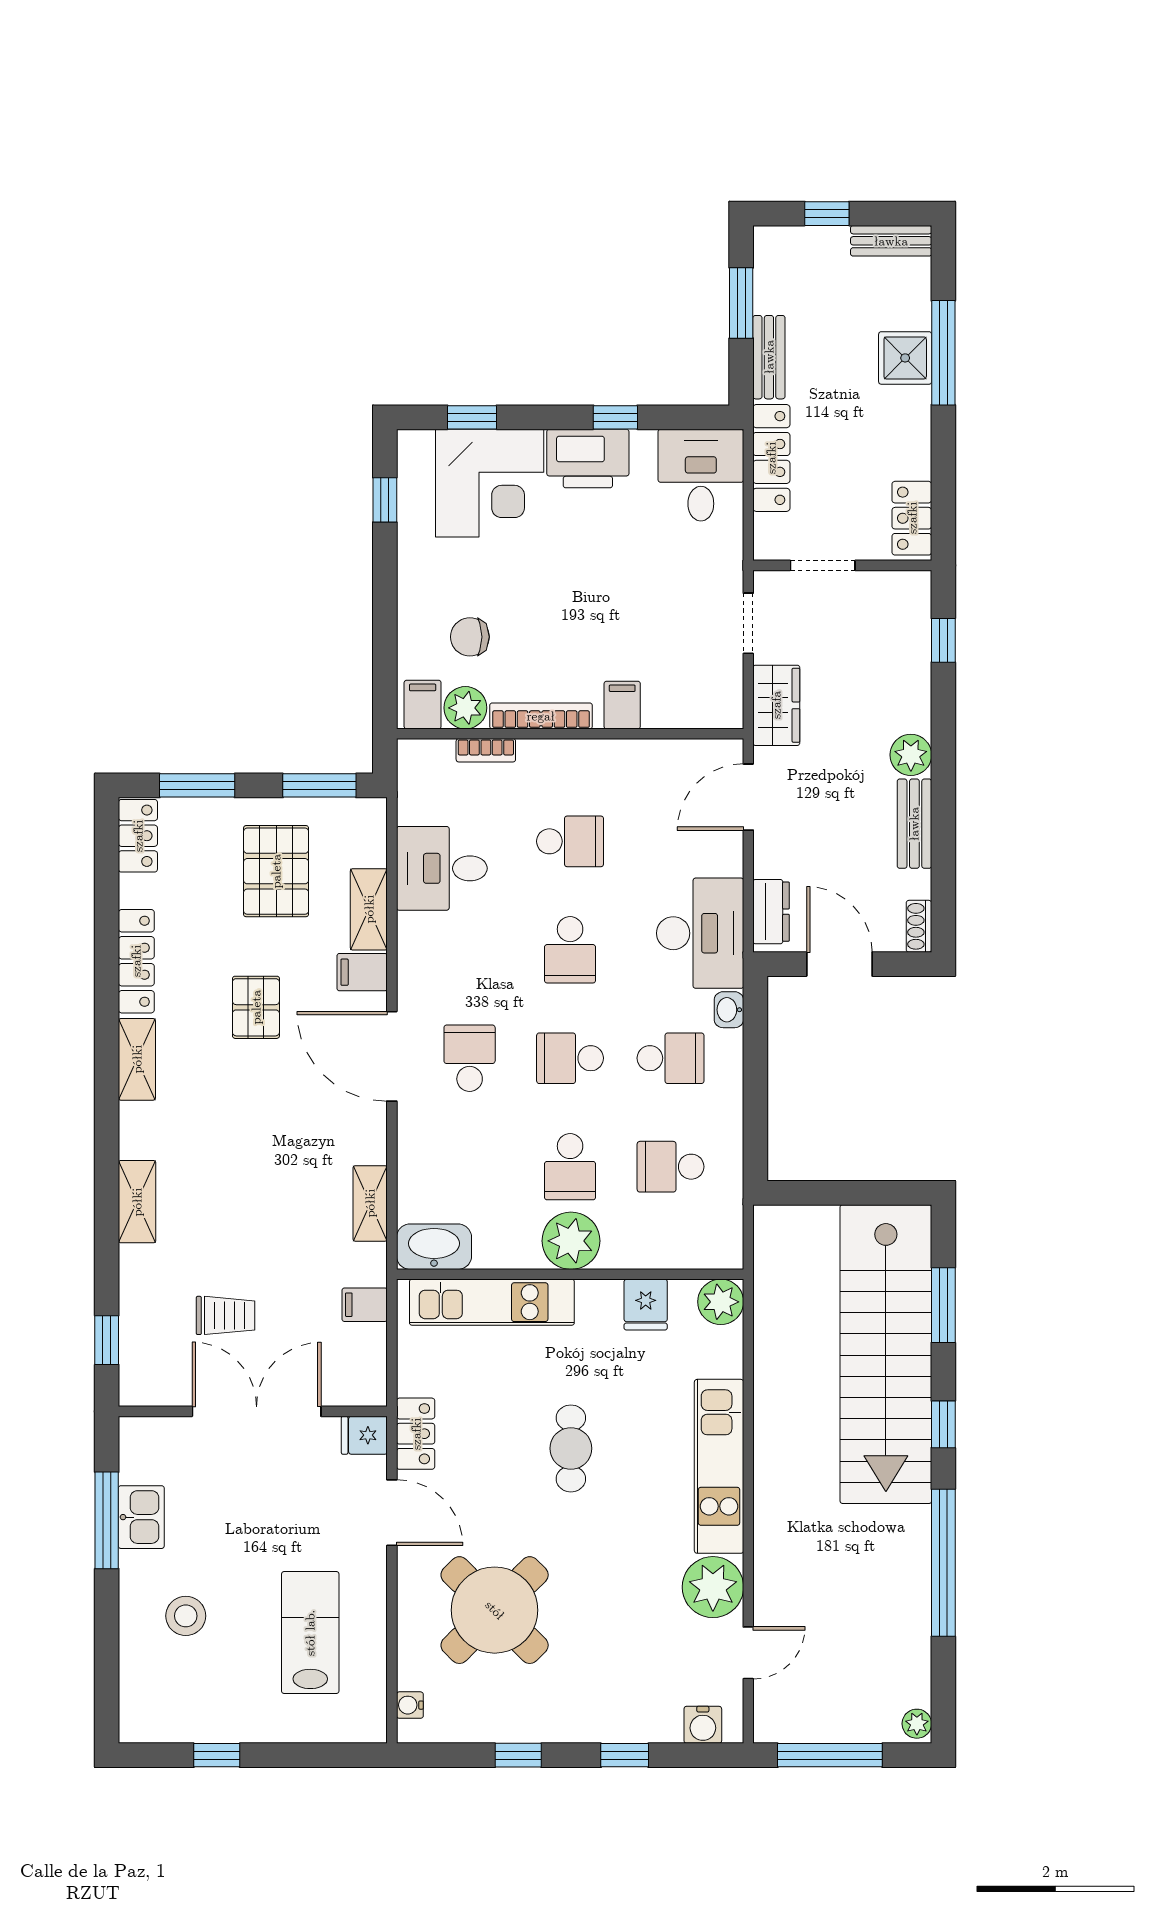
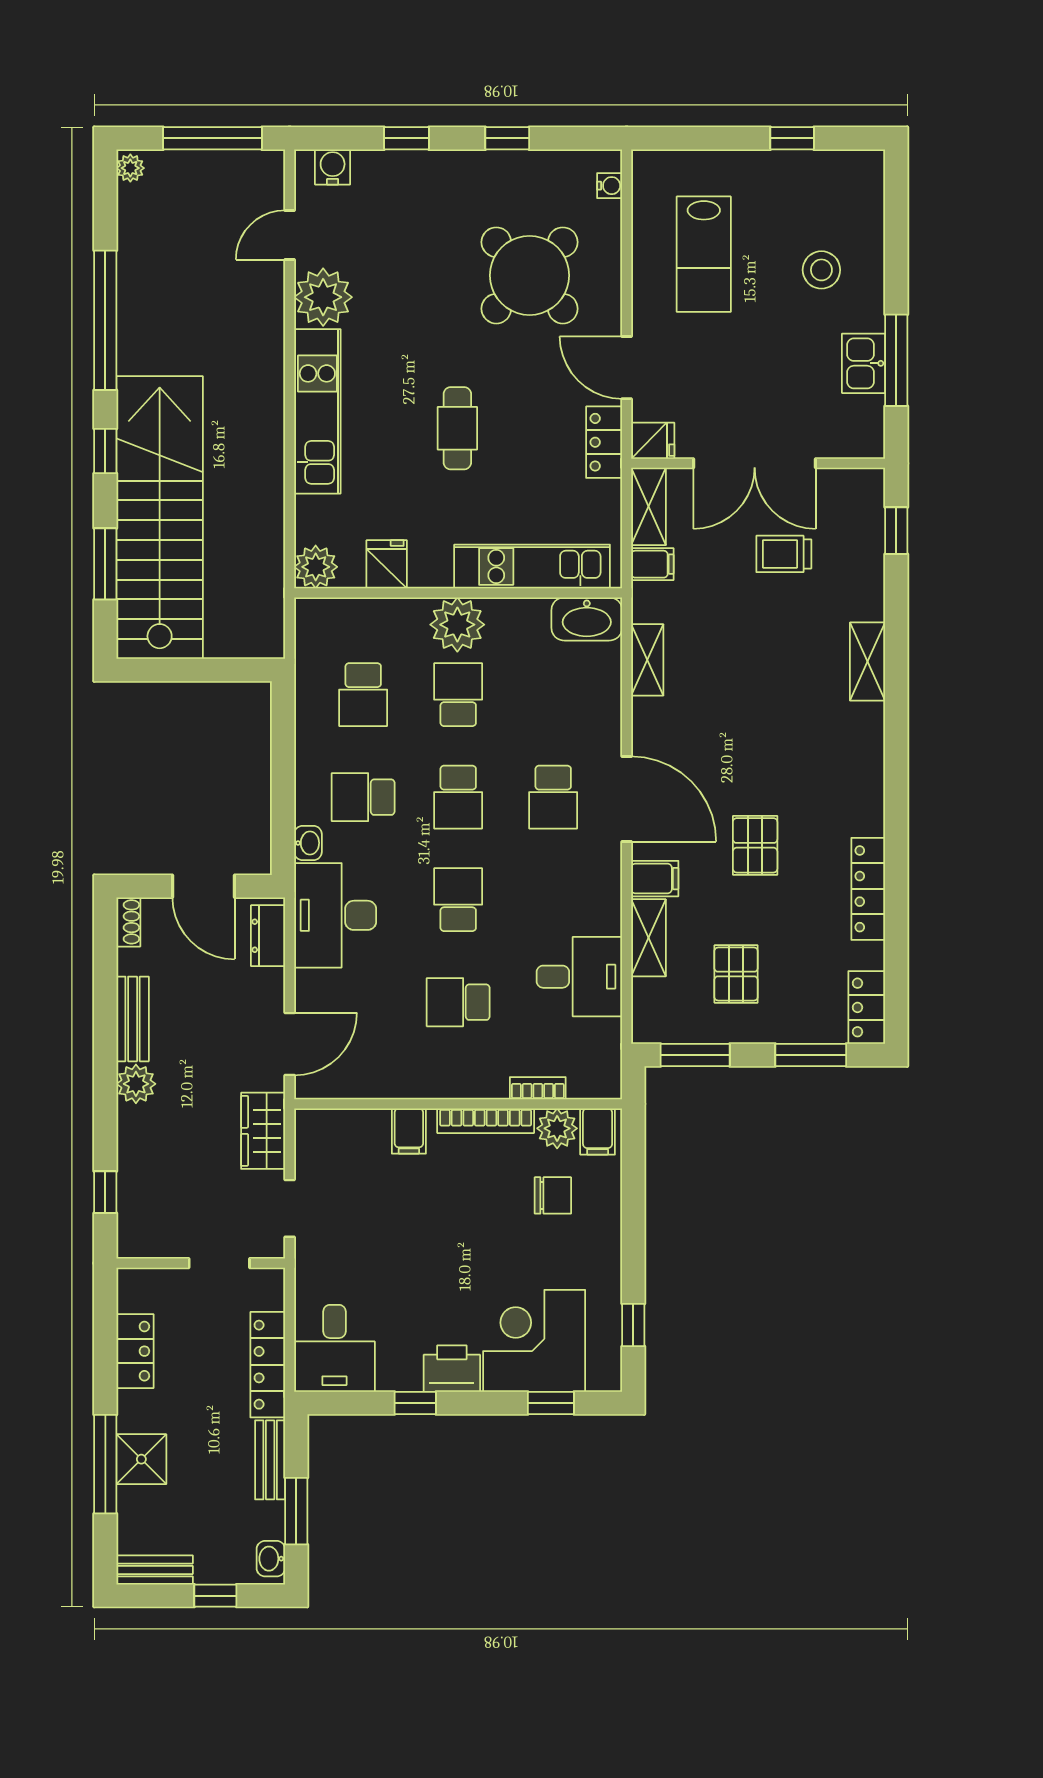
washbasin: (768, 253) -> (271, 1559), added
printer: (588, 458) -> (452, 1369), width x0.73, depth x0.84
locker: (912, 518) -> (135, 1351), moved
pallet: (276, 871) -> (736, 974), width x0.67, depth x0.71
school desk: (570, 1058) -> (458, 797), turned 90
shelving: (137, 1059) -> (649, 506), moved
school desk: (671, 1167) -> (363, 695), turned 90

